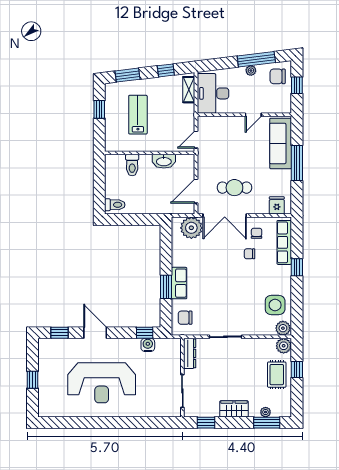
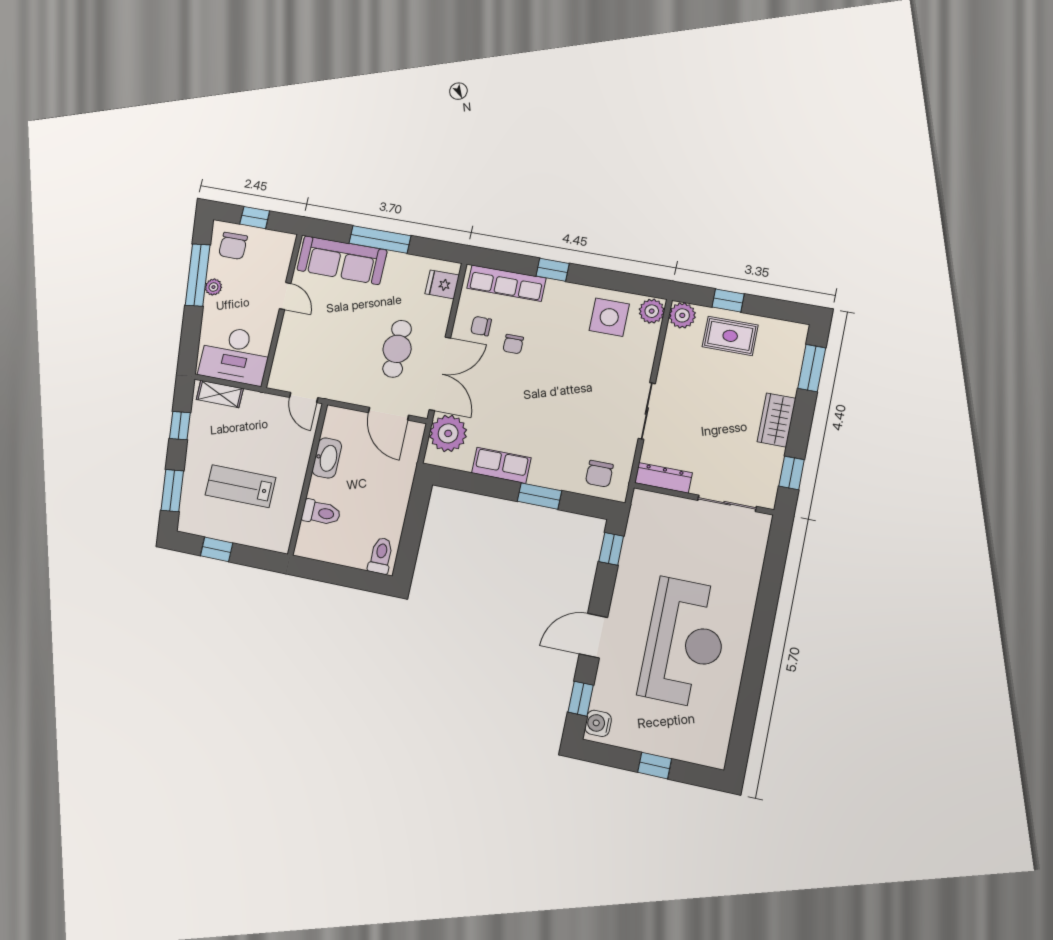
row of seats: (179, 283) -> (501, 465), moved
water cooler: (148, 345) -> (598, 723), moved
plant: (266, 412) -> (793, 367), removed

